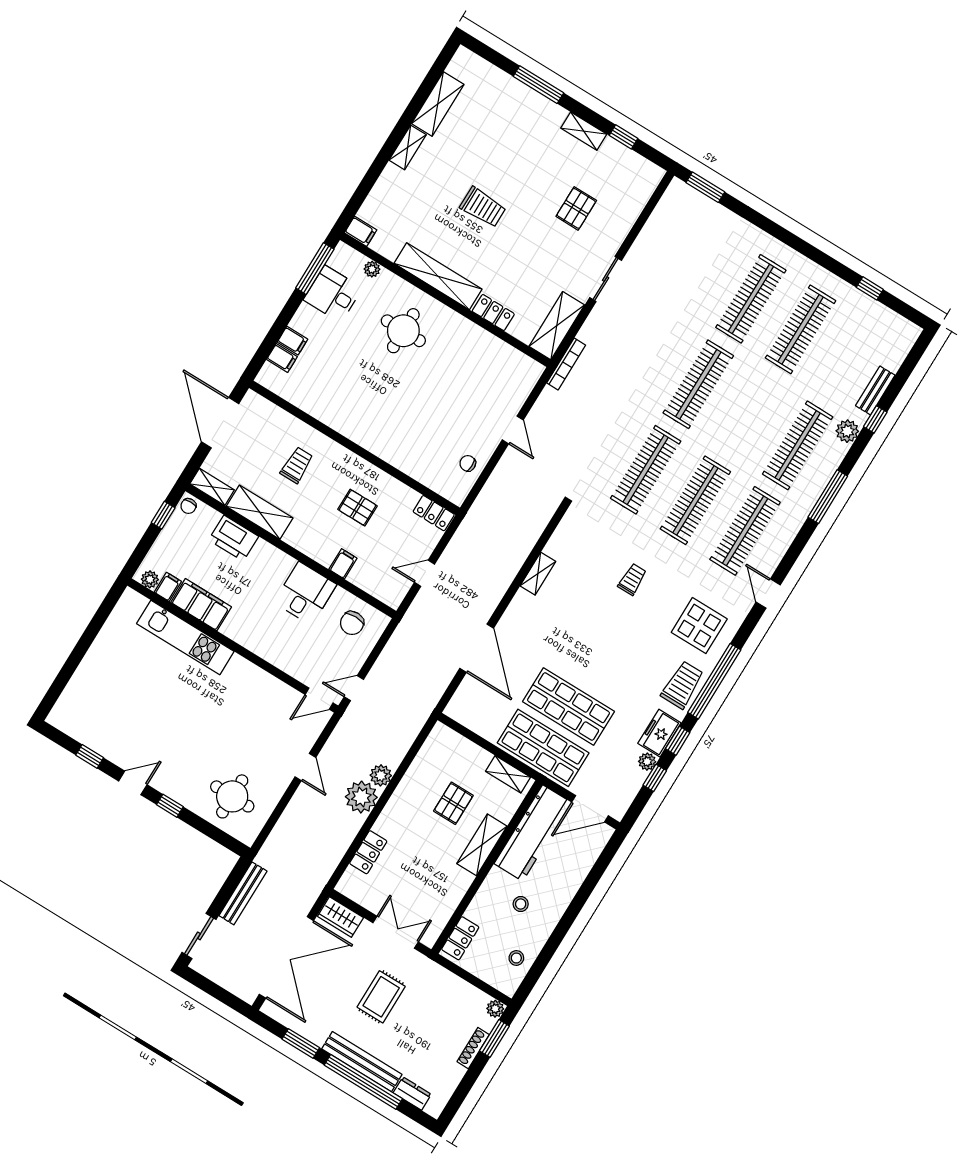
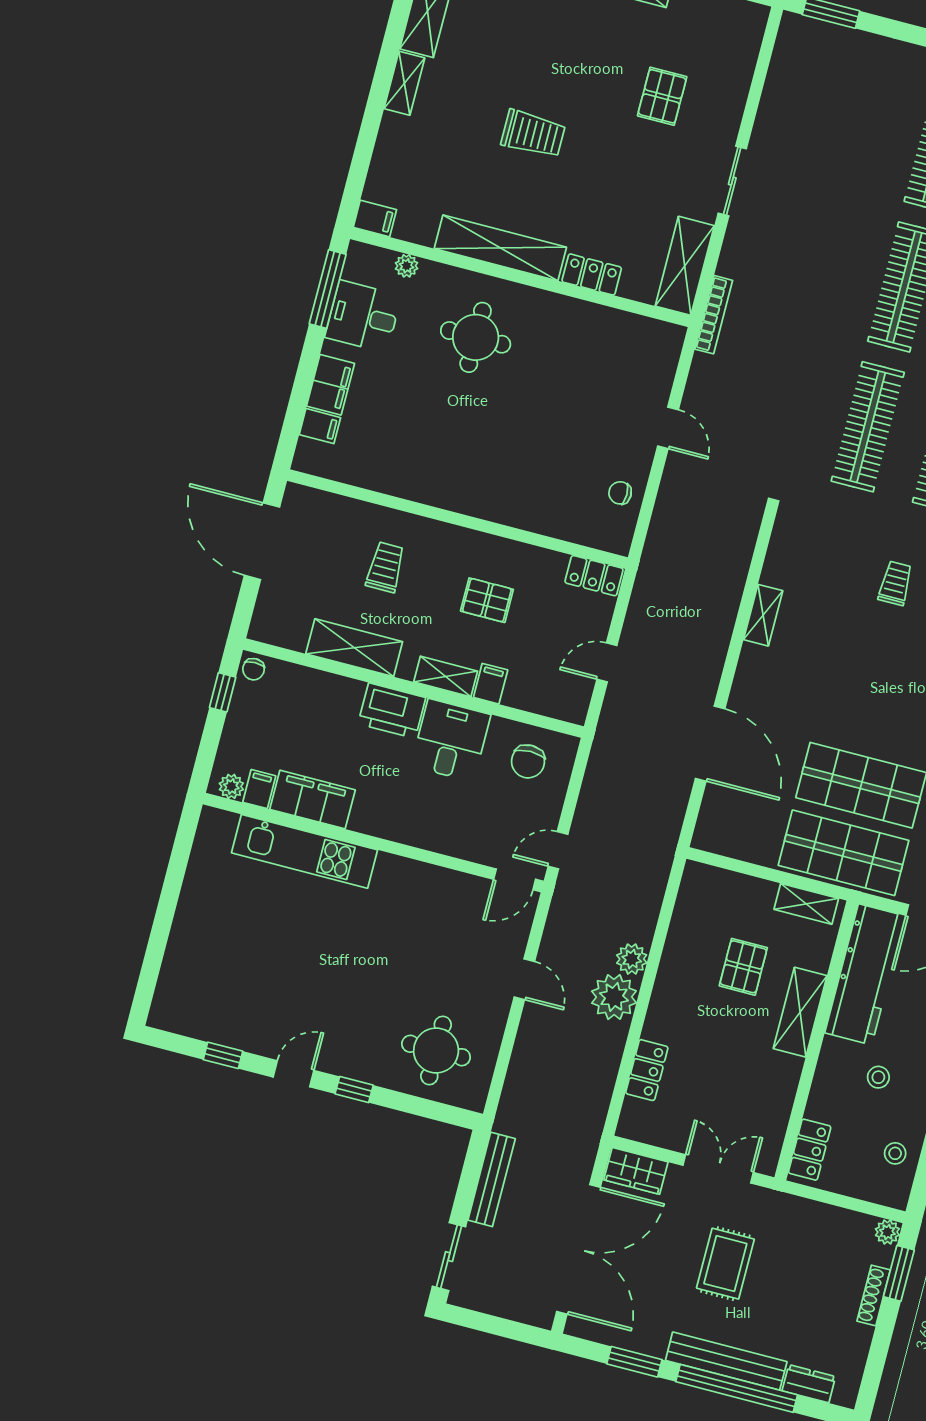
filing cabinet: (292, 341) -> (330, 385), width x2.00
shelving: (212, 487) -> (446, 676), moved
printer: (234, 538) -> (392, 711), moved

